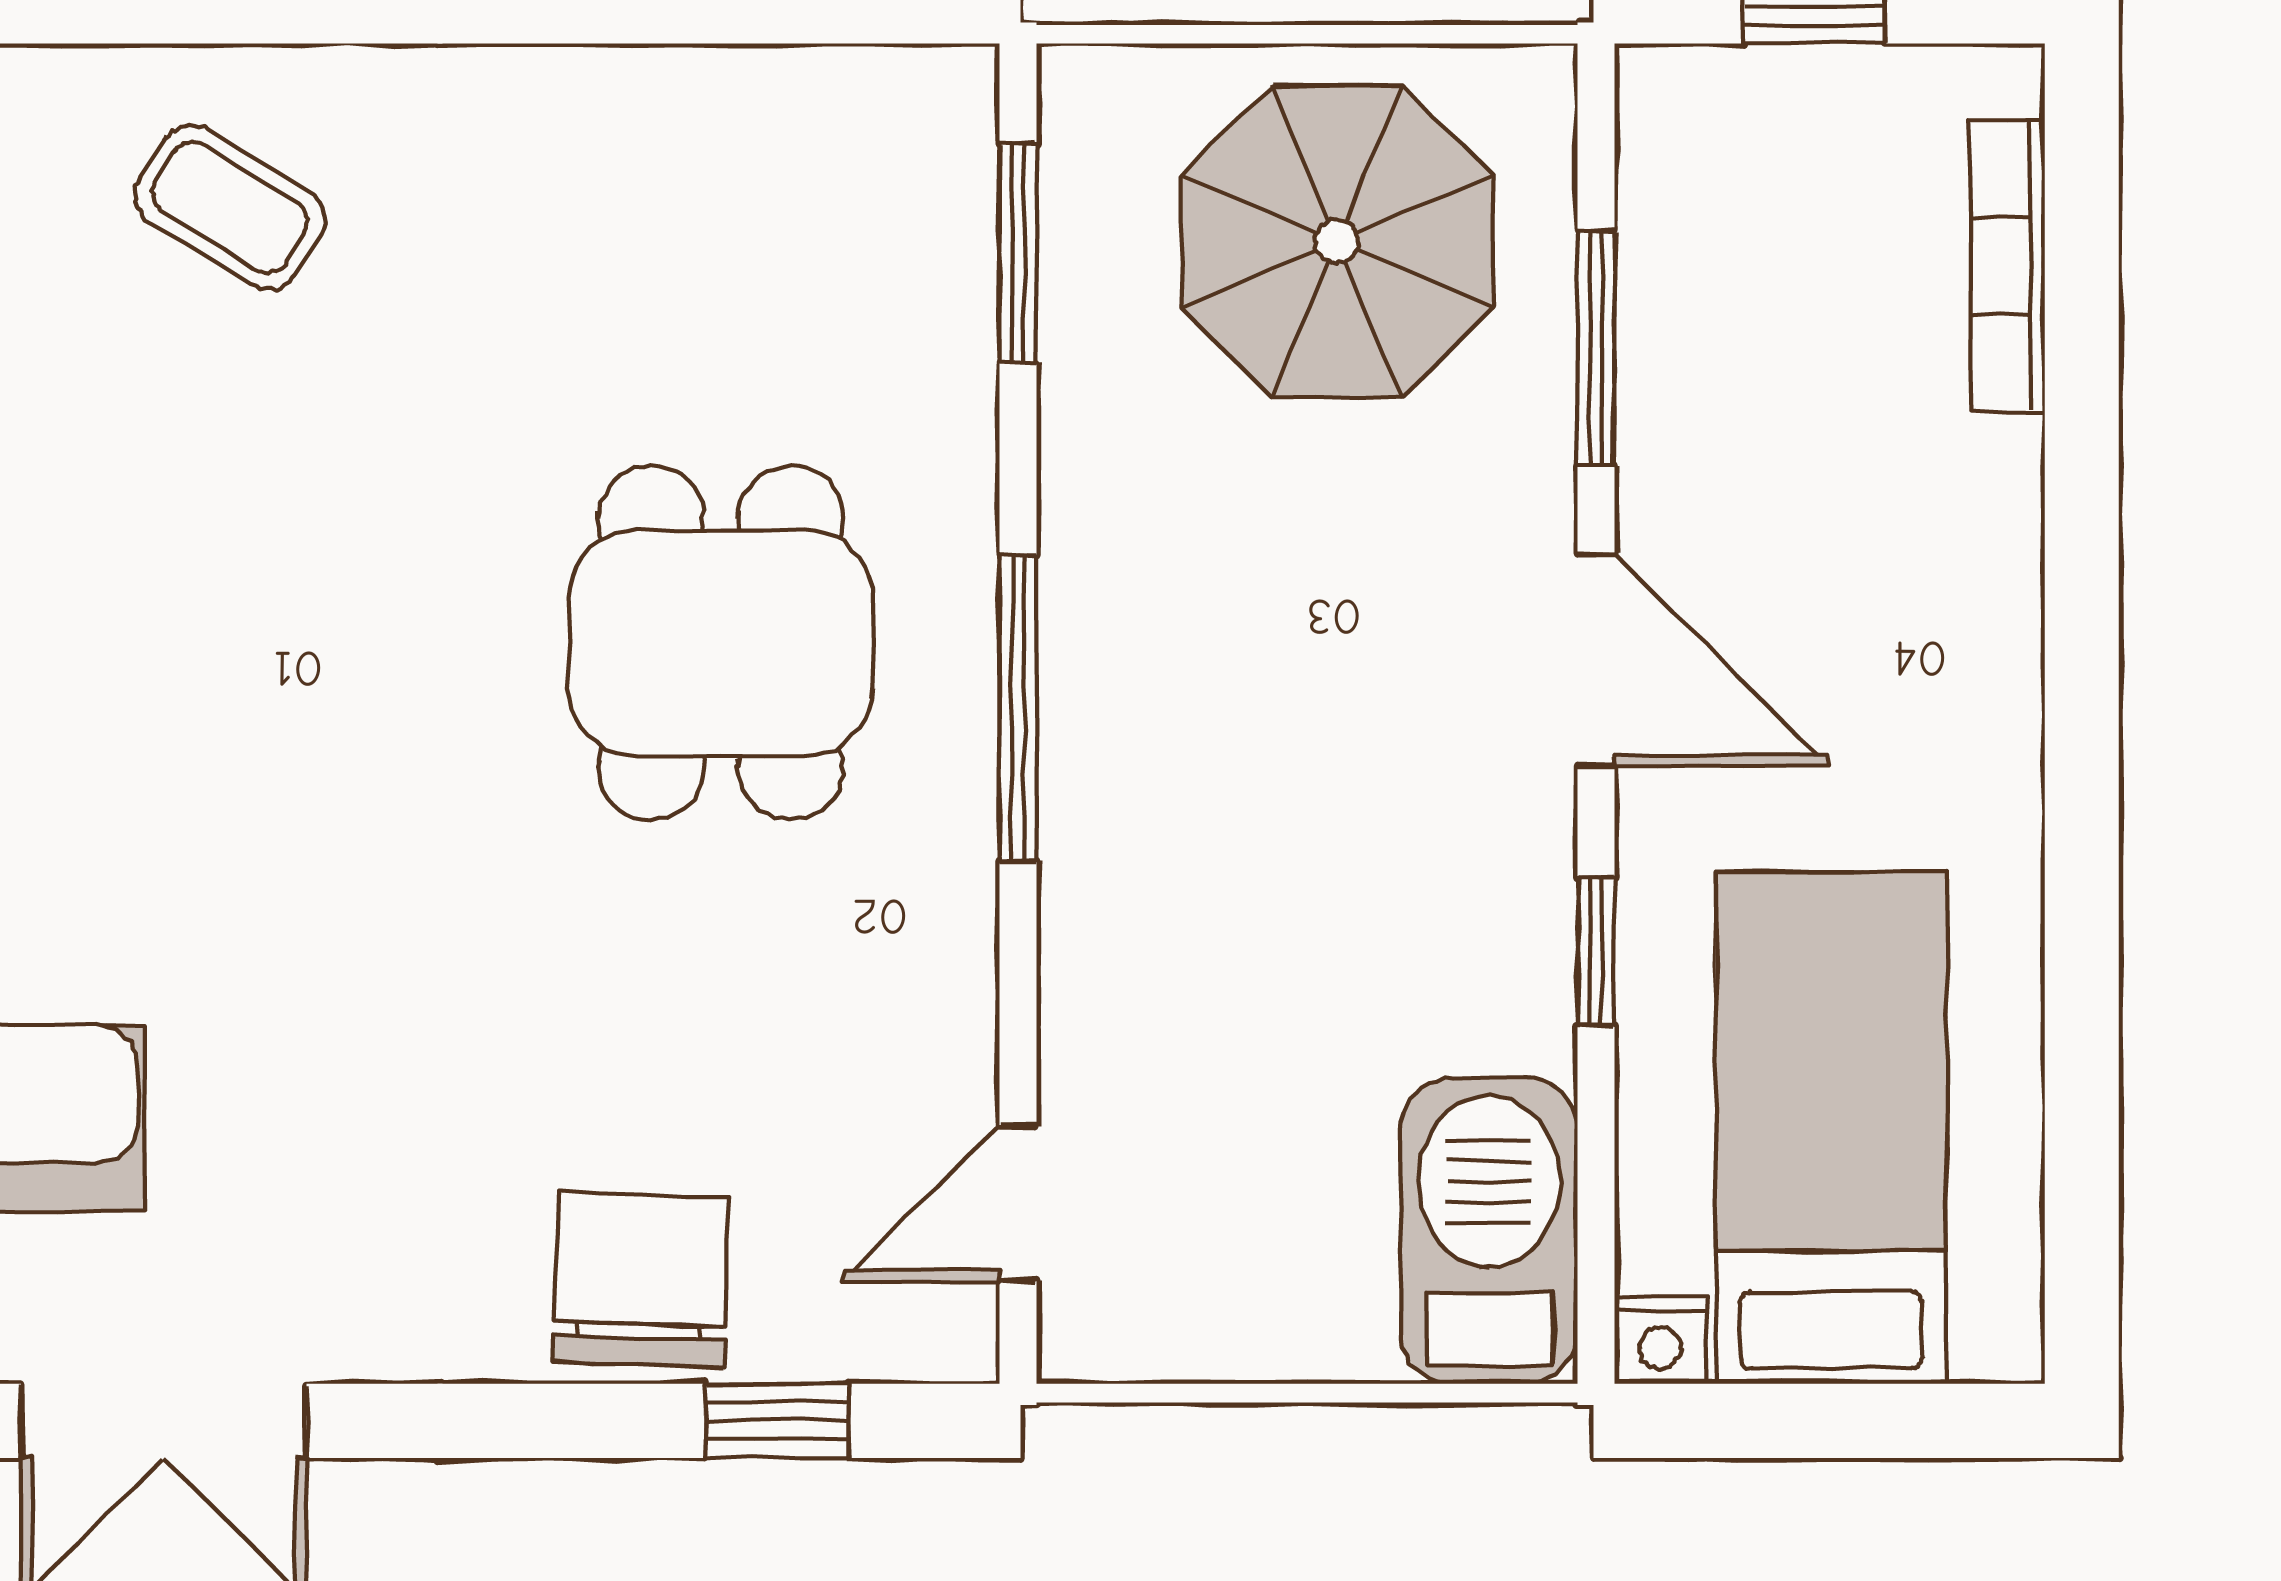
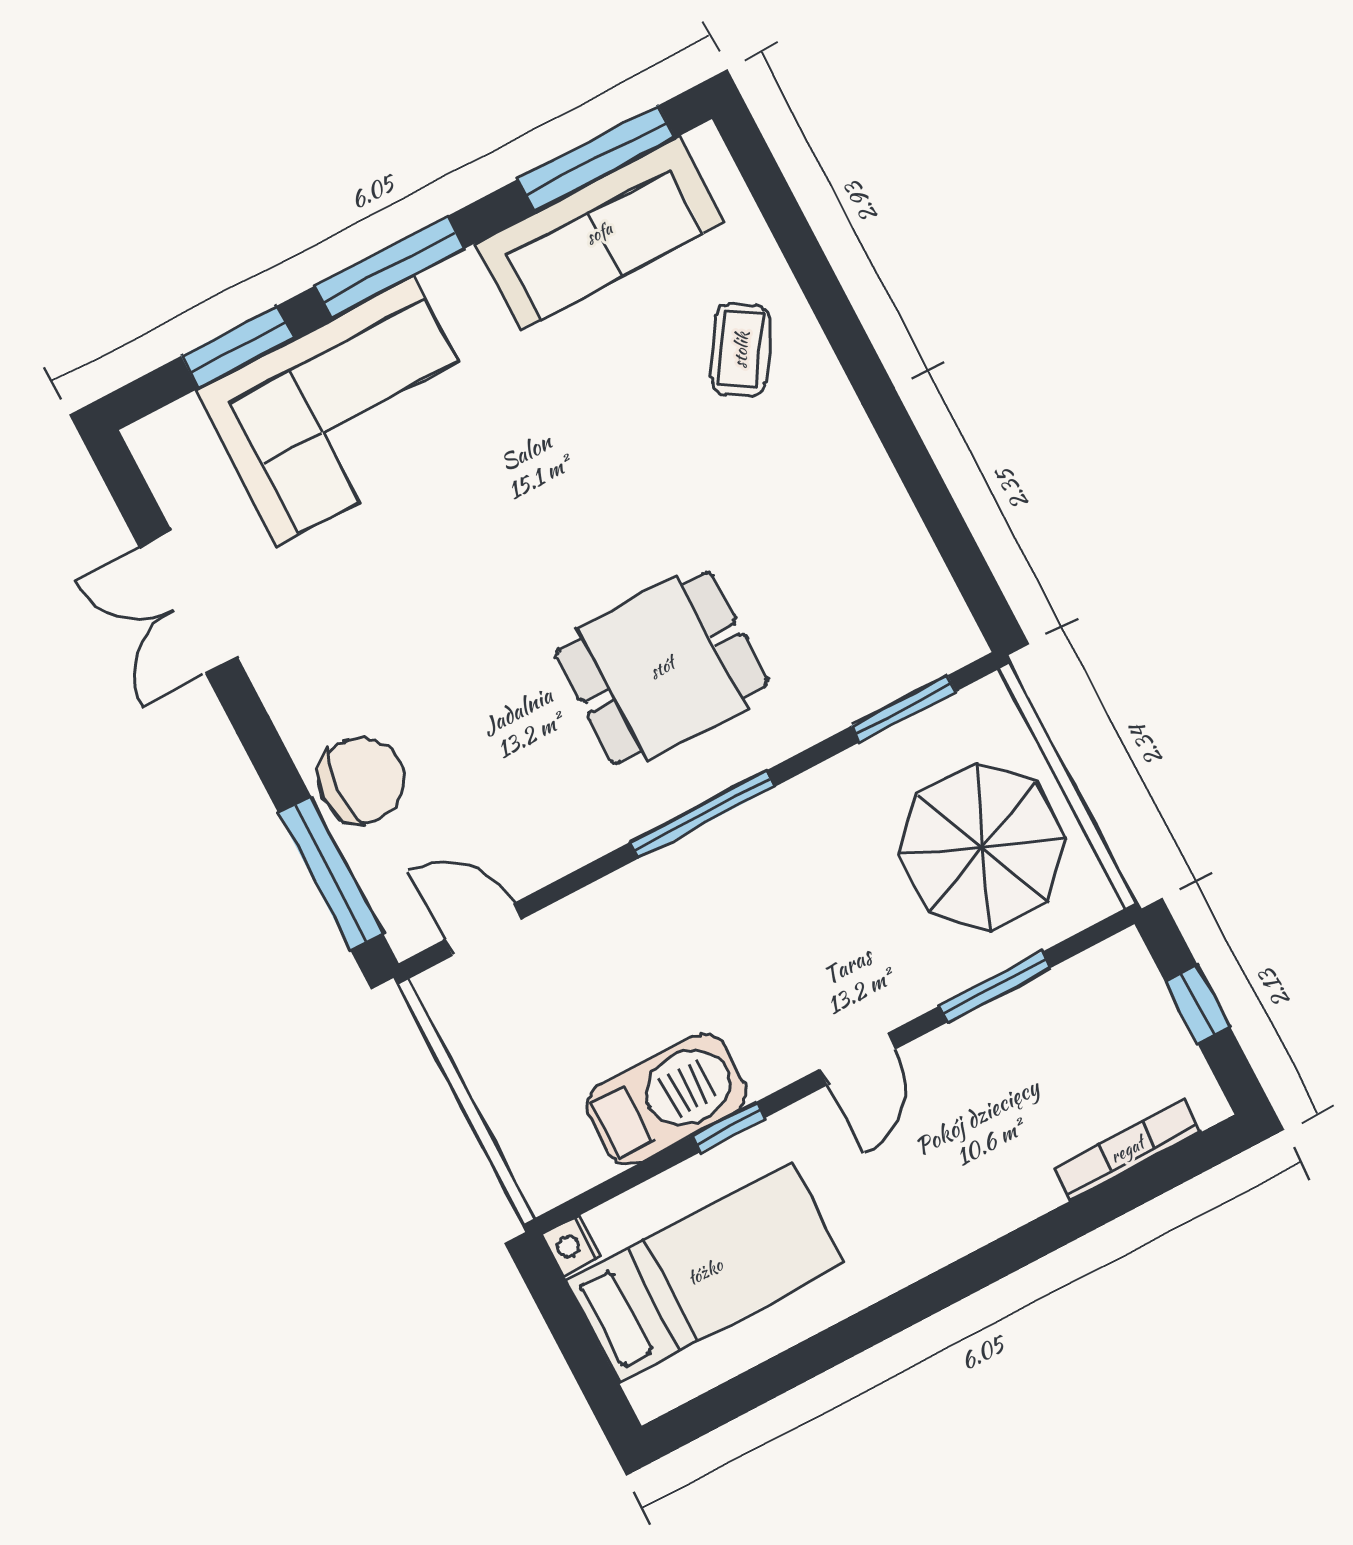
door: (1596, 659) -> (858, 1059), width x0.73
barbecue: (1489, 1231) -> (666, 1099), moved
window: (777, 1421) -> (331, 873), width x2.17

